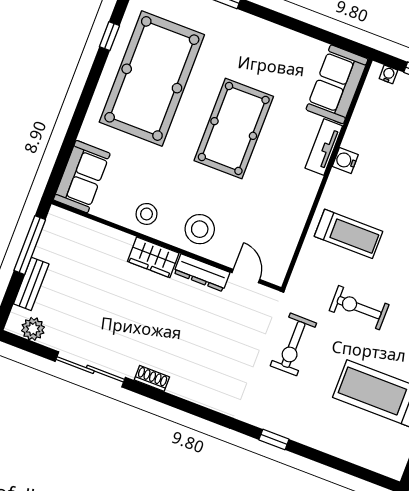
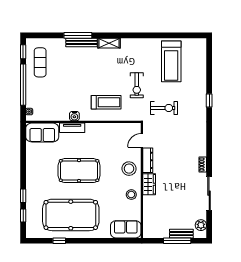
treadmill: (348, 234) -> (106, 102), turned 90
window: (30, 245) -> (177, 241), moved

